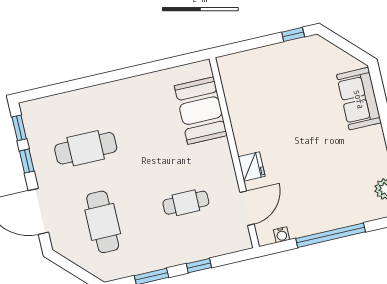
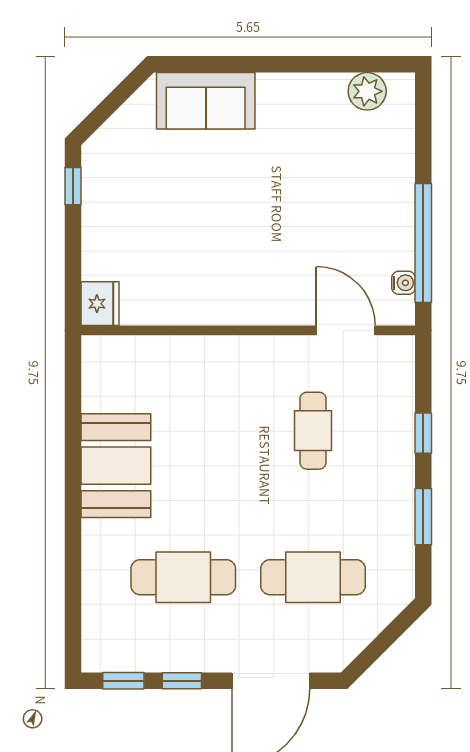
booth: (201, 111) -> (116, 466), moved, turned 90
cafe table: (86, 148) -> (183, 577), turned 90
fridge: (252, 167) -> (100, 304), moved, turned 90
window: (331, 235) -> (423, 243), moved

